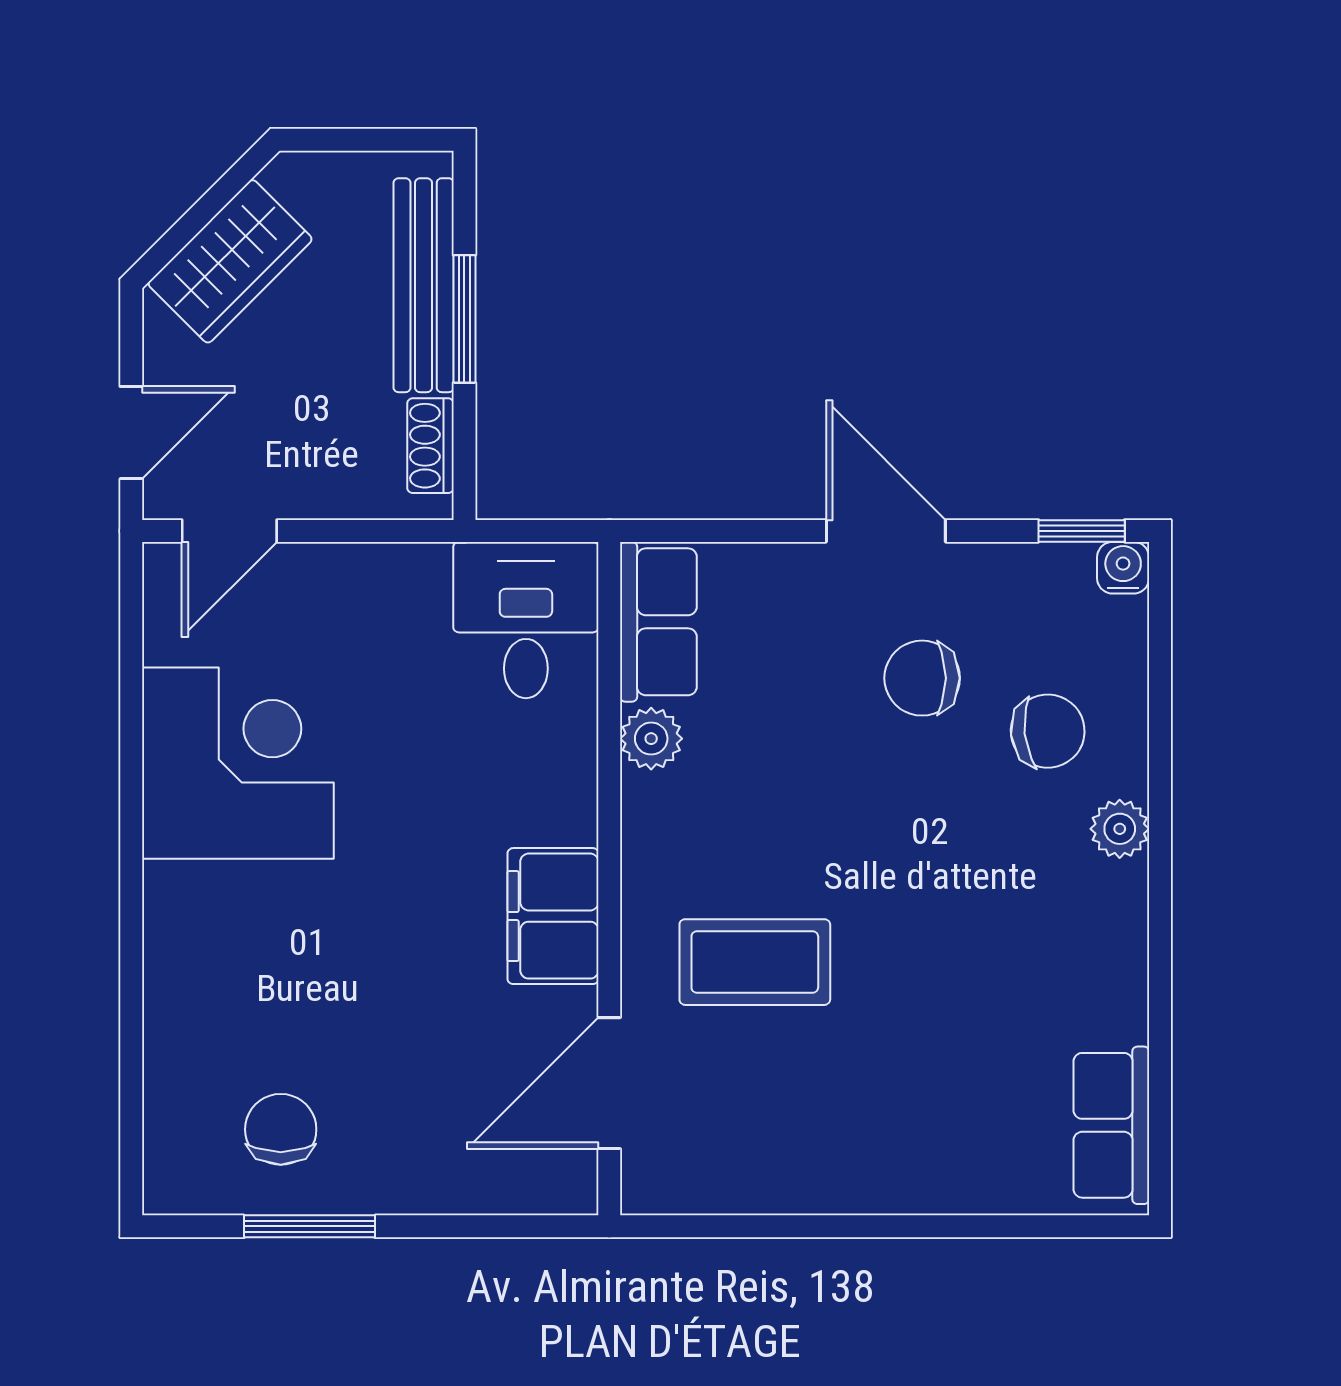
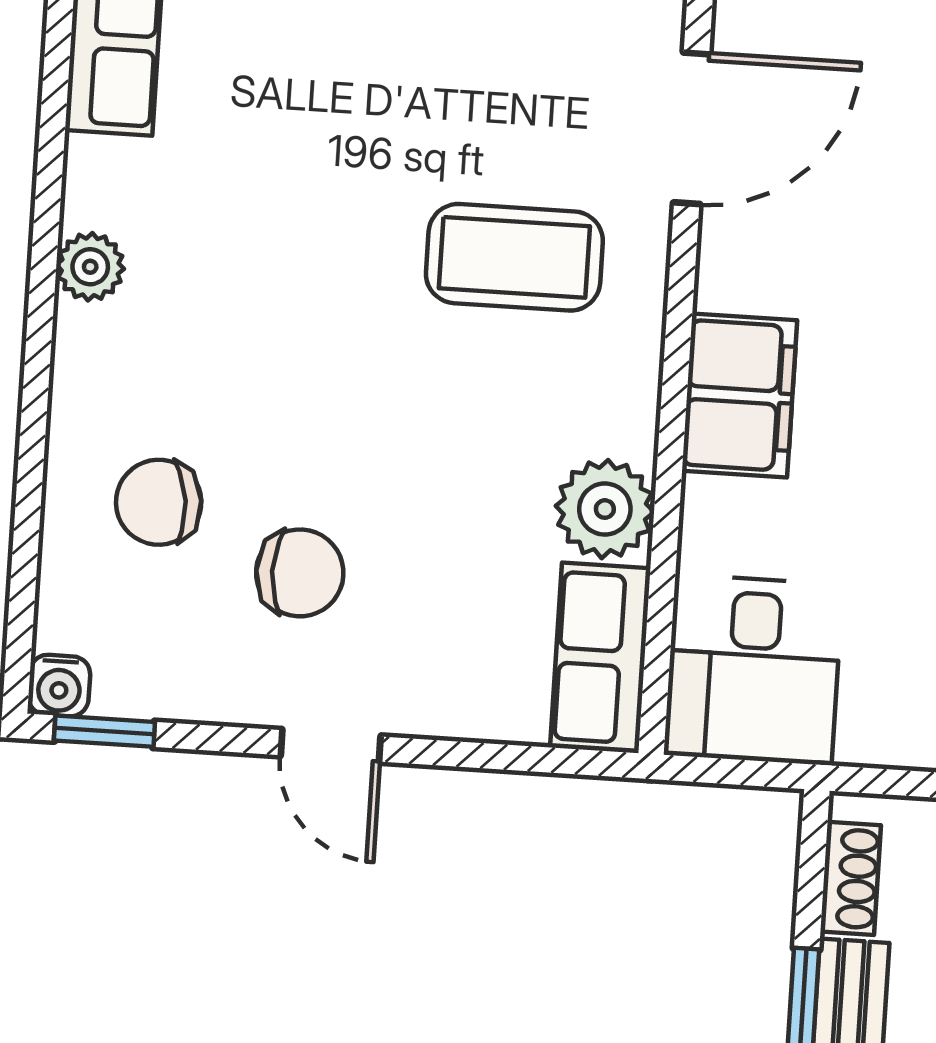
door: (886, 531) -> (331, 746), width x0.73
plant: (651, 739) -> (605, 509), width x1.38, depth x1.38
plant: (1120, 829) -> (90, 267), moved
filing cabinet: (553, 916) -> (740, 396), moved

